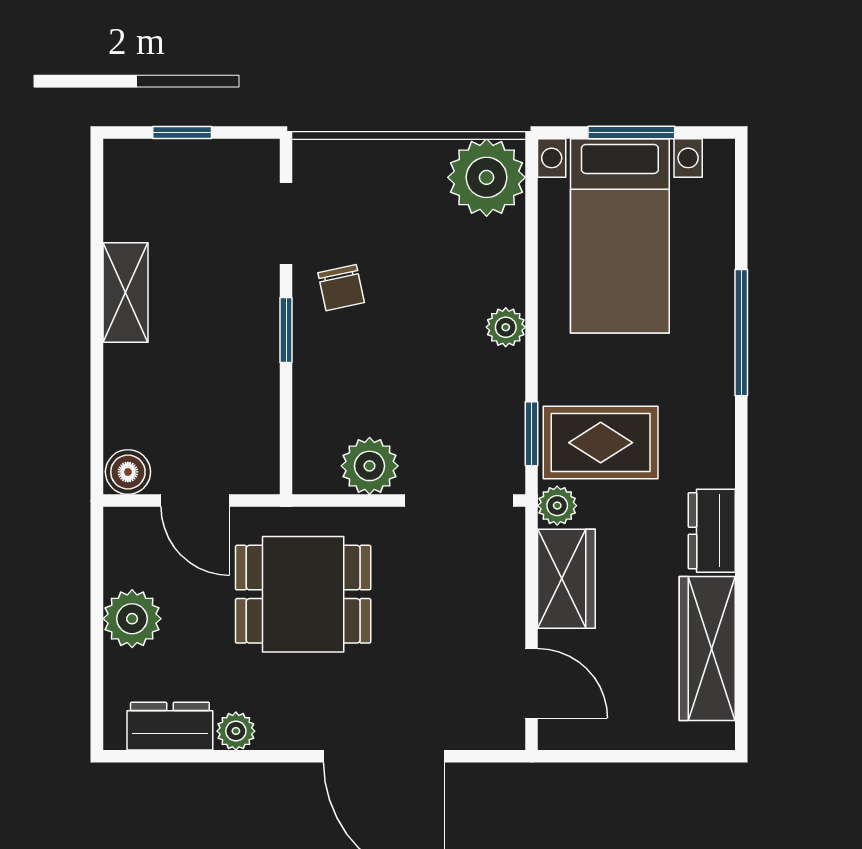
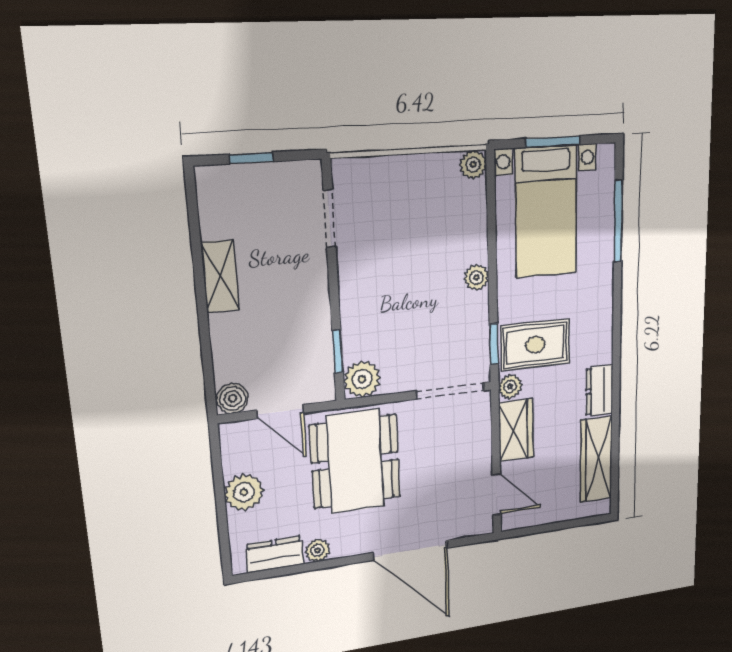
plant: (487, 177) -> (473, 165), width x0.53, depth x0.53
chair: (341, 288) -> (369, 260), removed
window: (286, 330) -> (338, 351), moved
window: (741, 333) -> (618, 221), moved
plant: (370, 466) -> (362, 379), moved
dining table: (303, 594) -> (355, 461), width x1.38

